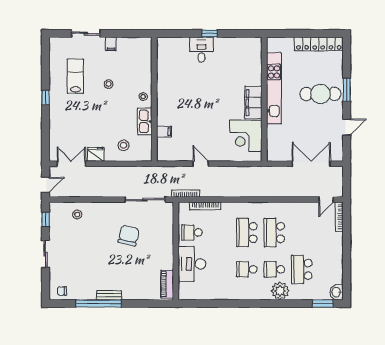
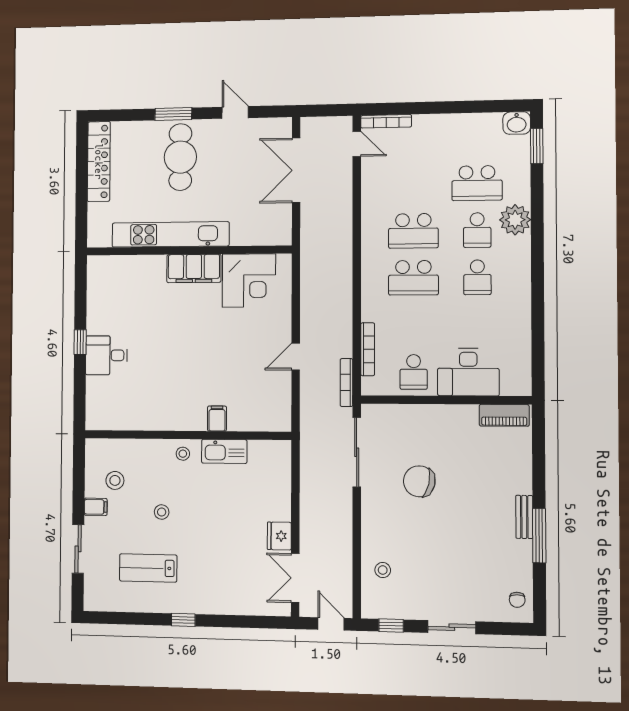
filing cabinet: (164, 132) -> (217, 419), moved
stool: (124, 145) -> (115, 480), moved
window: (99, 304) -> (539, 536), width x0.68

